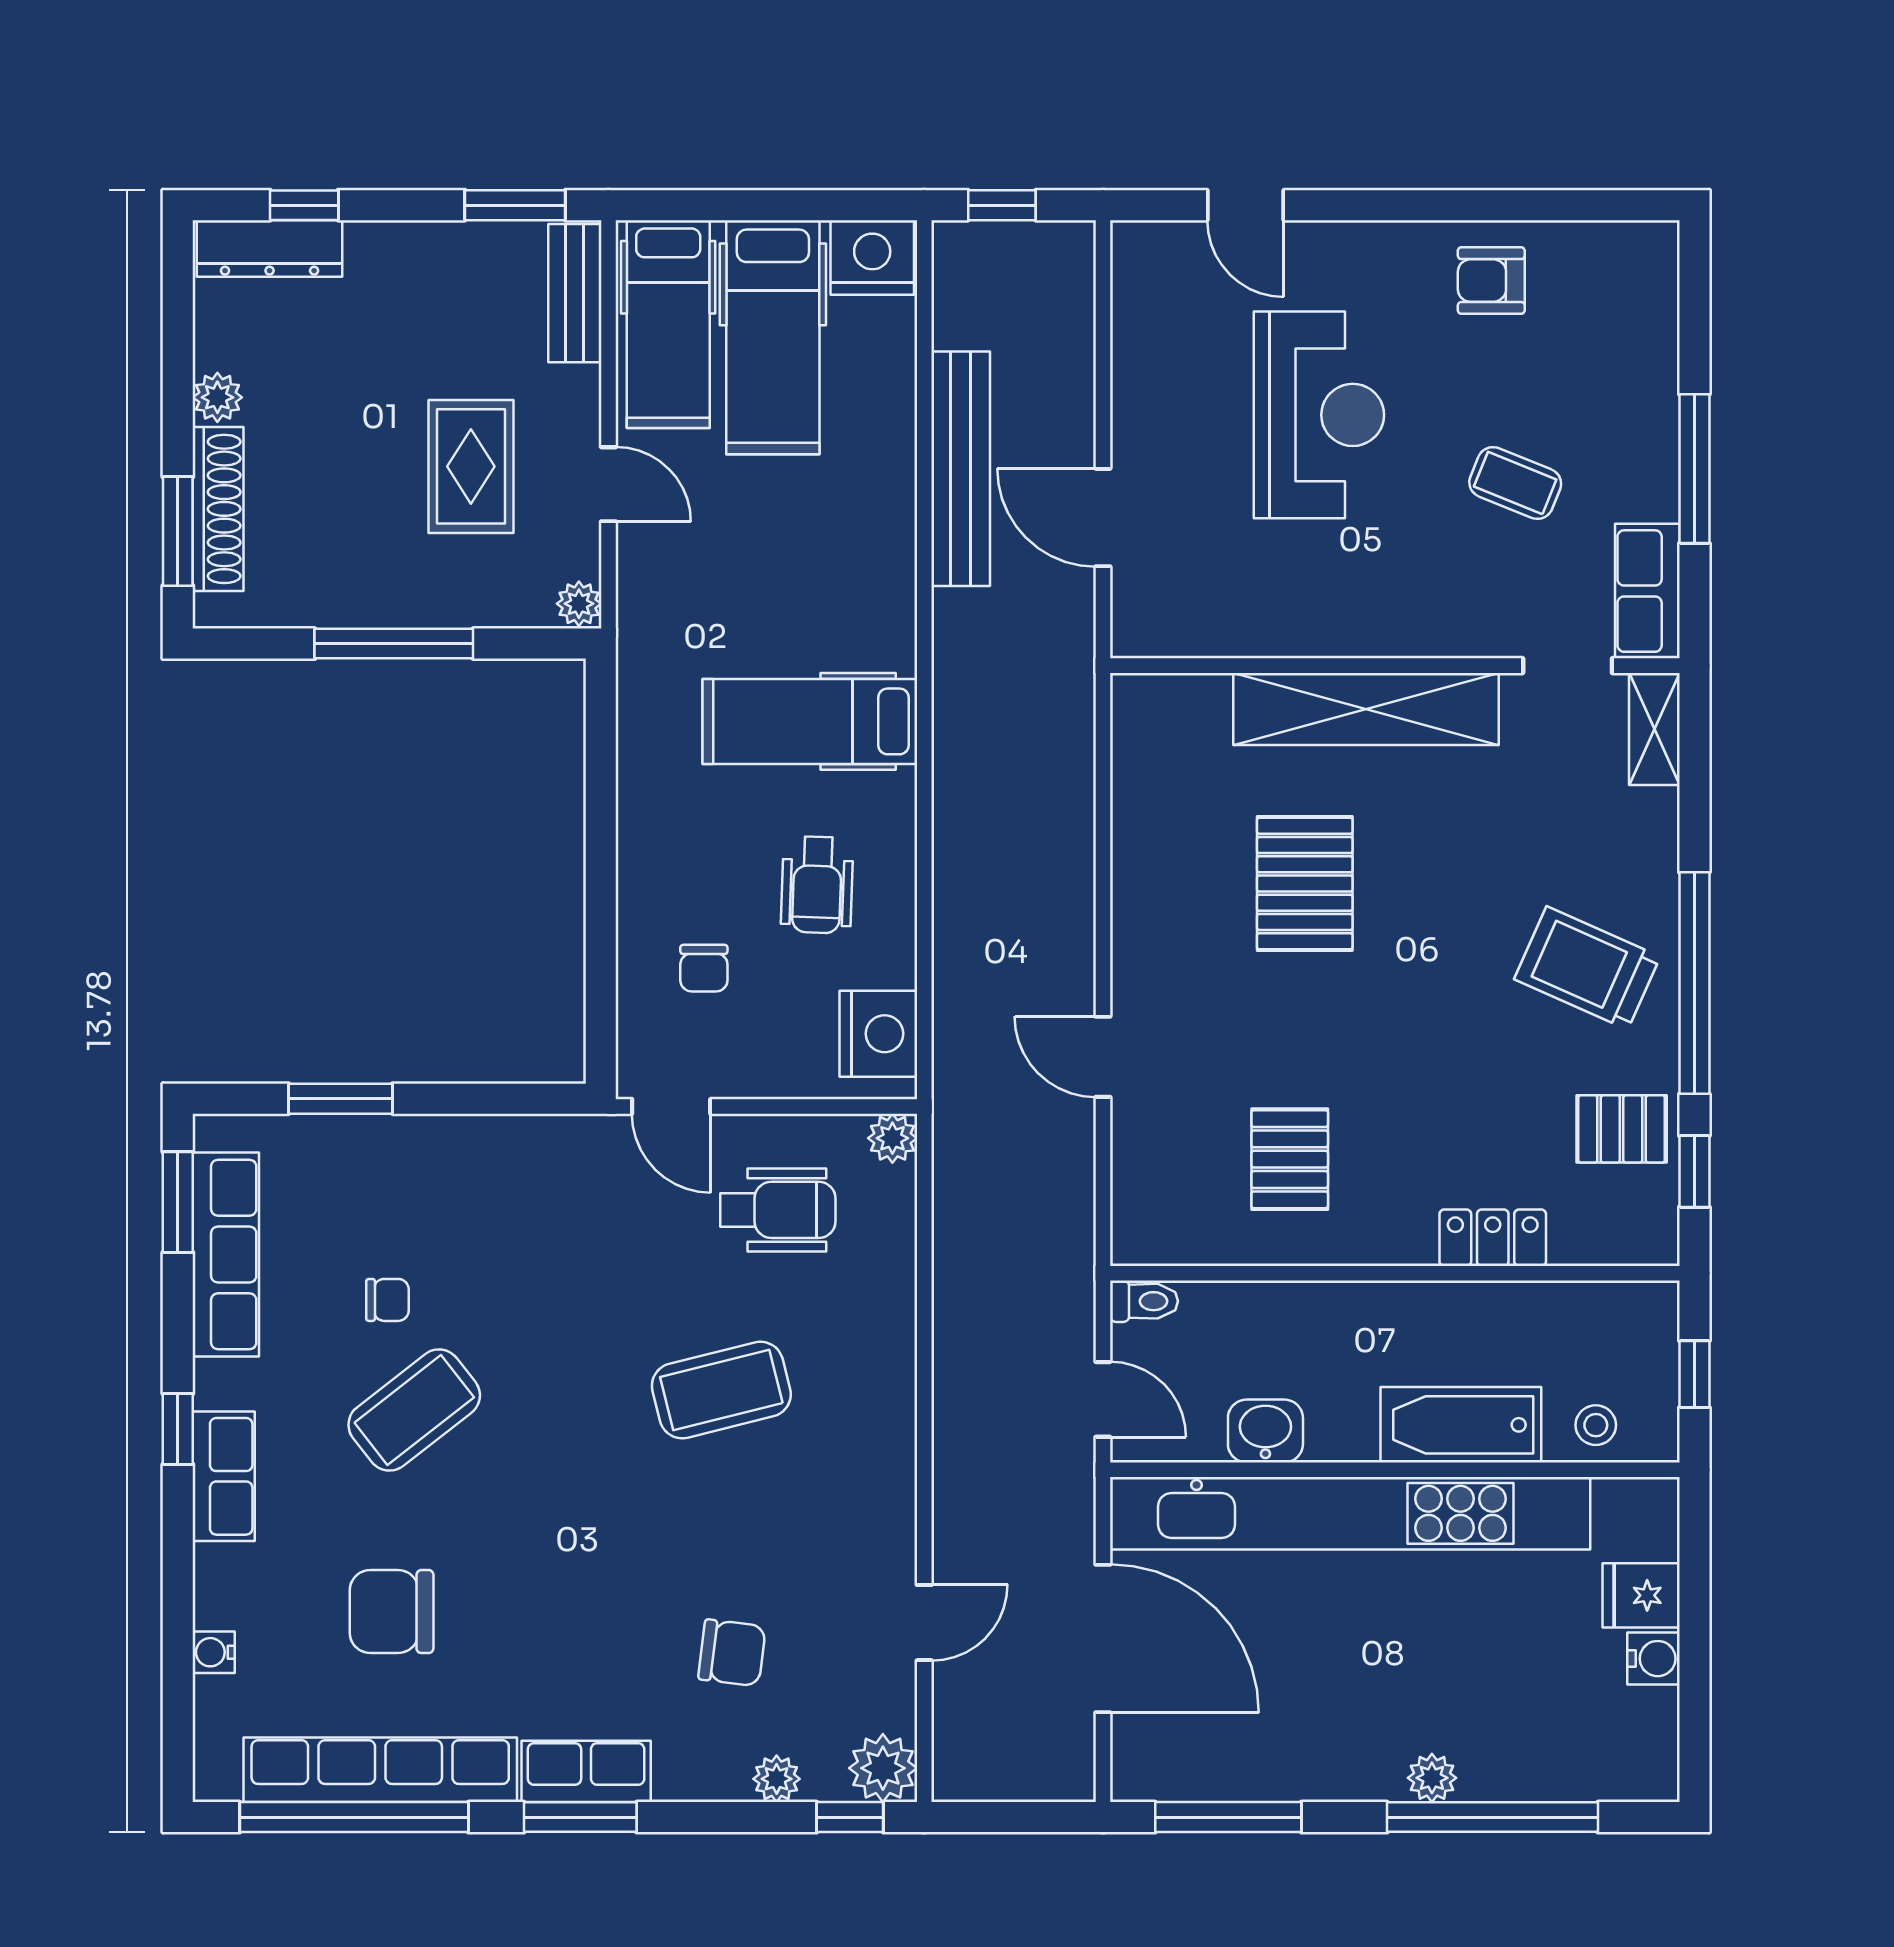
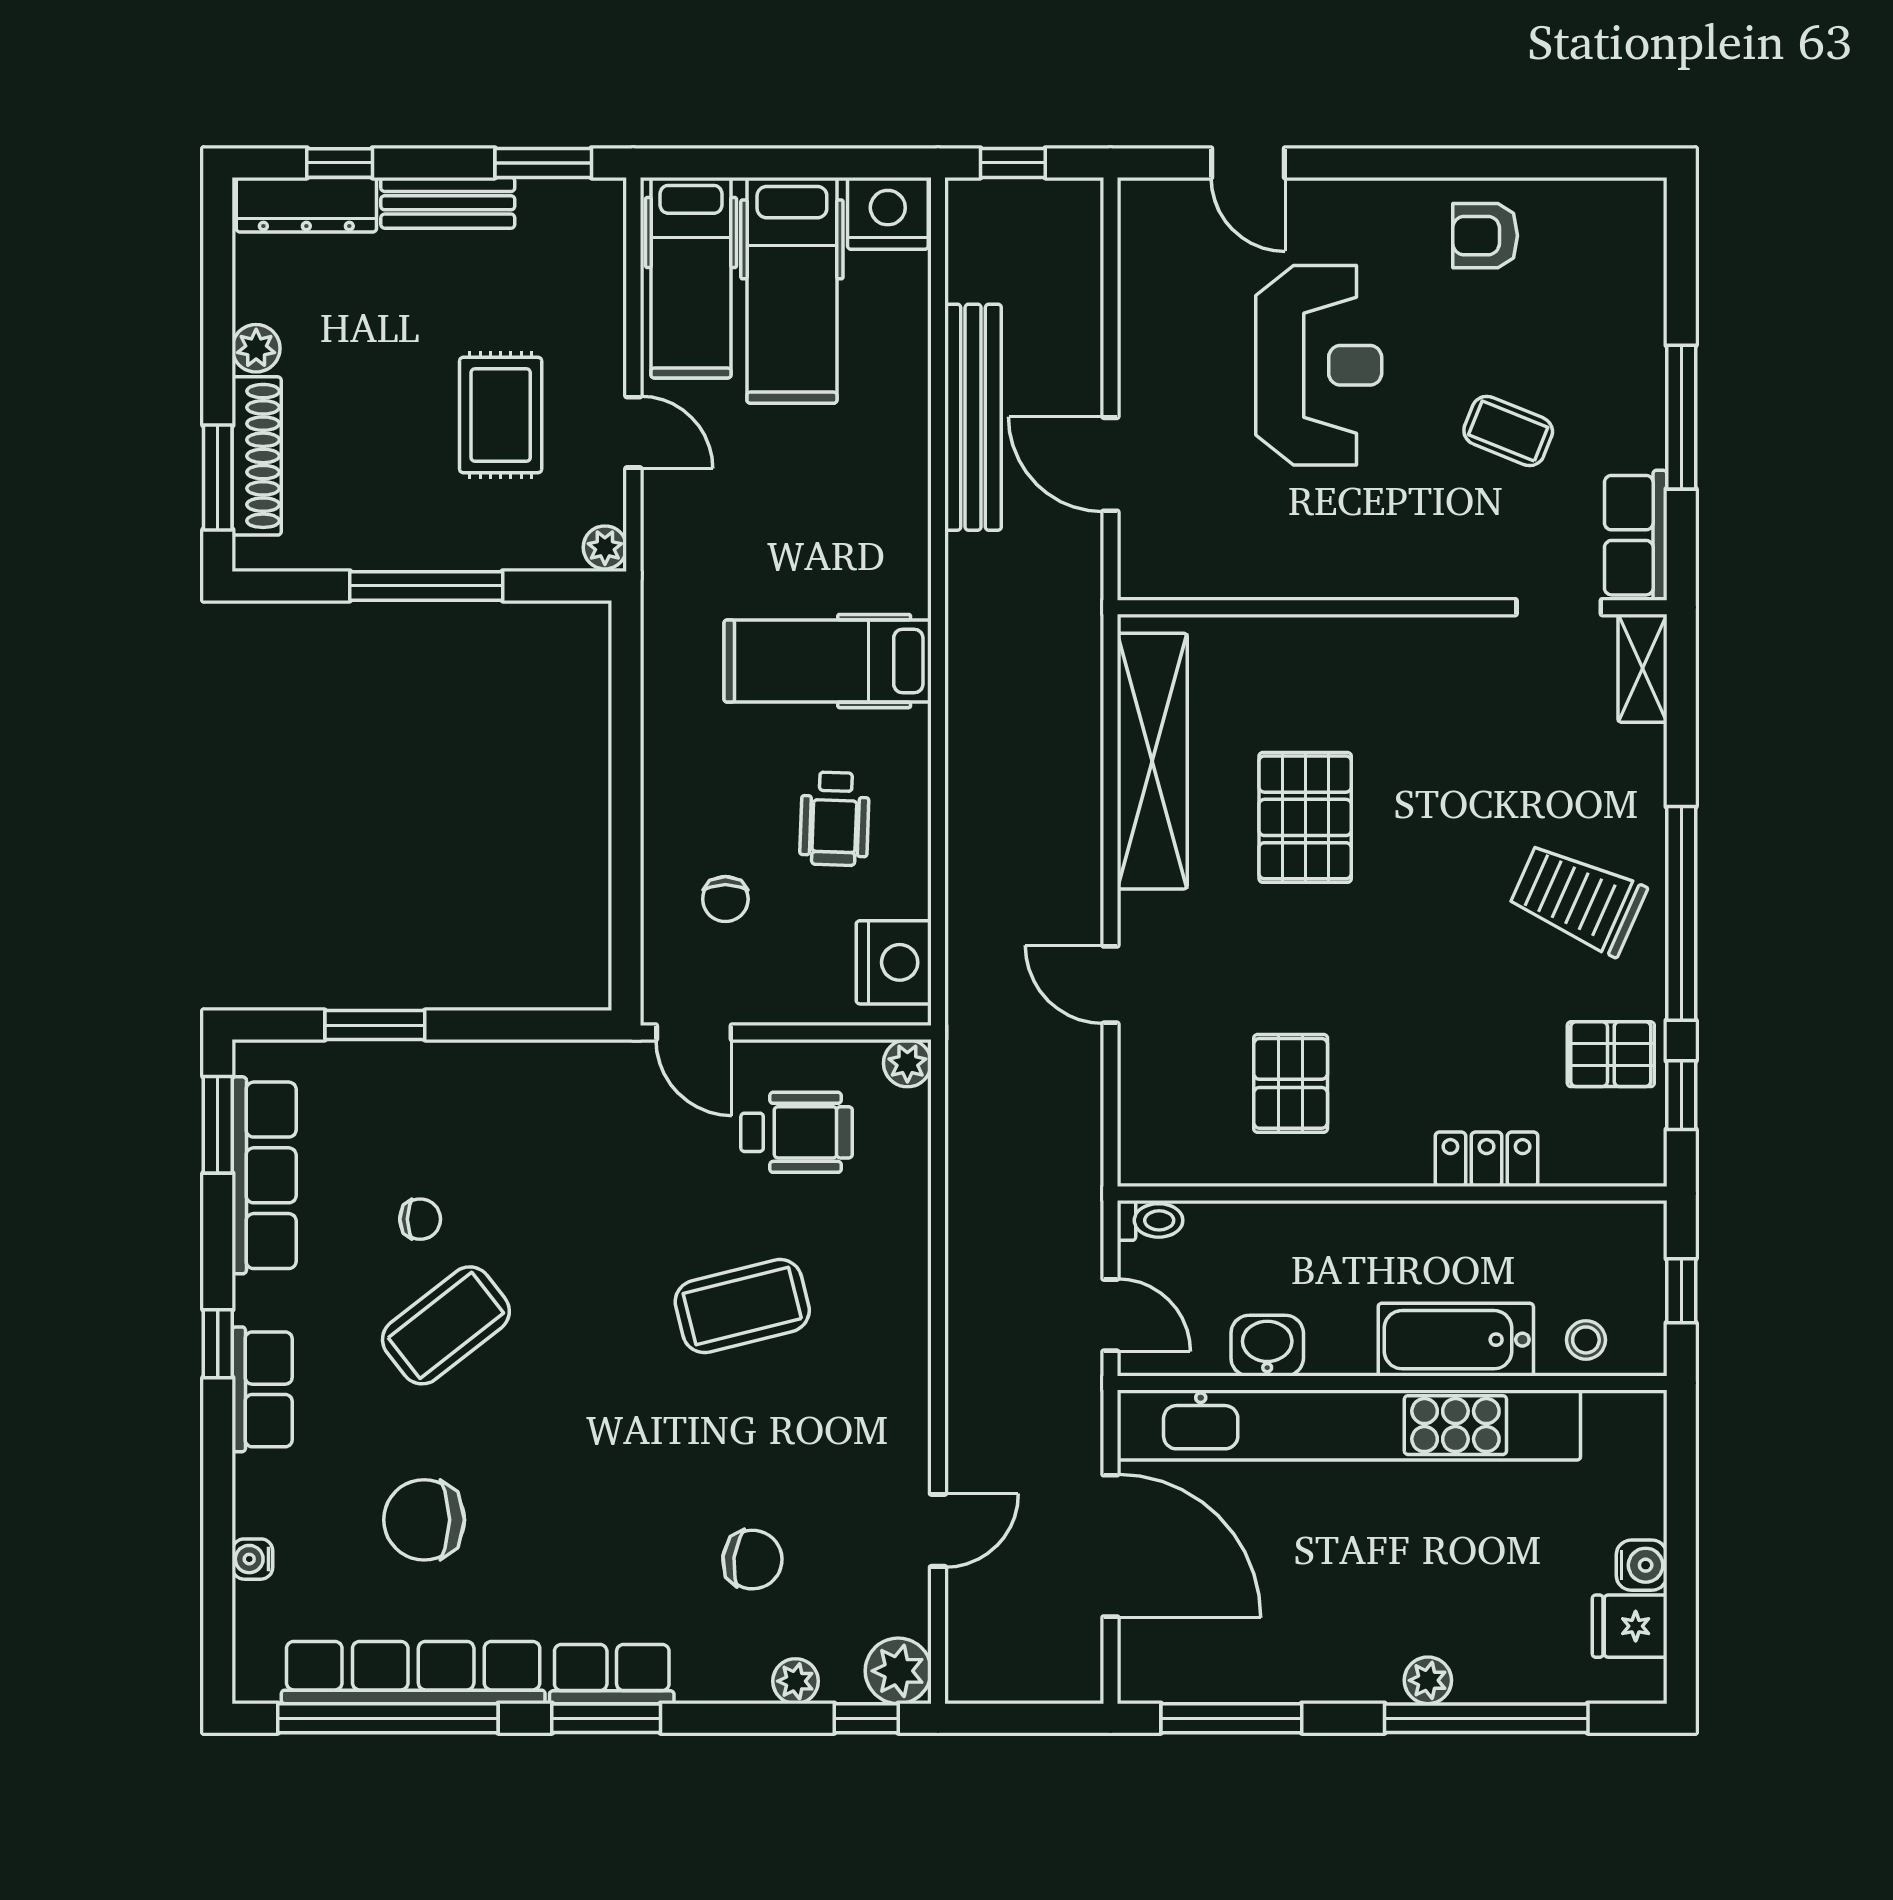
bench: (575, 293) -> (448, 203), moved, turned 90
shelving: (1366, 709) -> (1152, 761), moved, turned 90
fridge: (1641, 1595) -> (1630, 1626), moved

